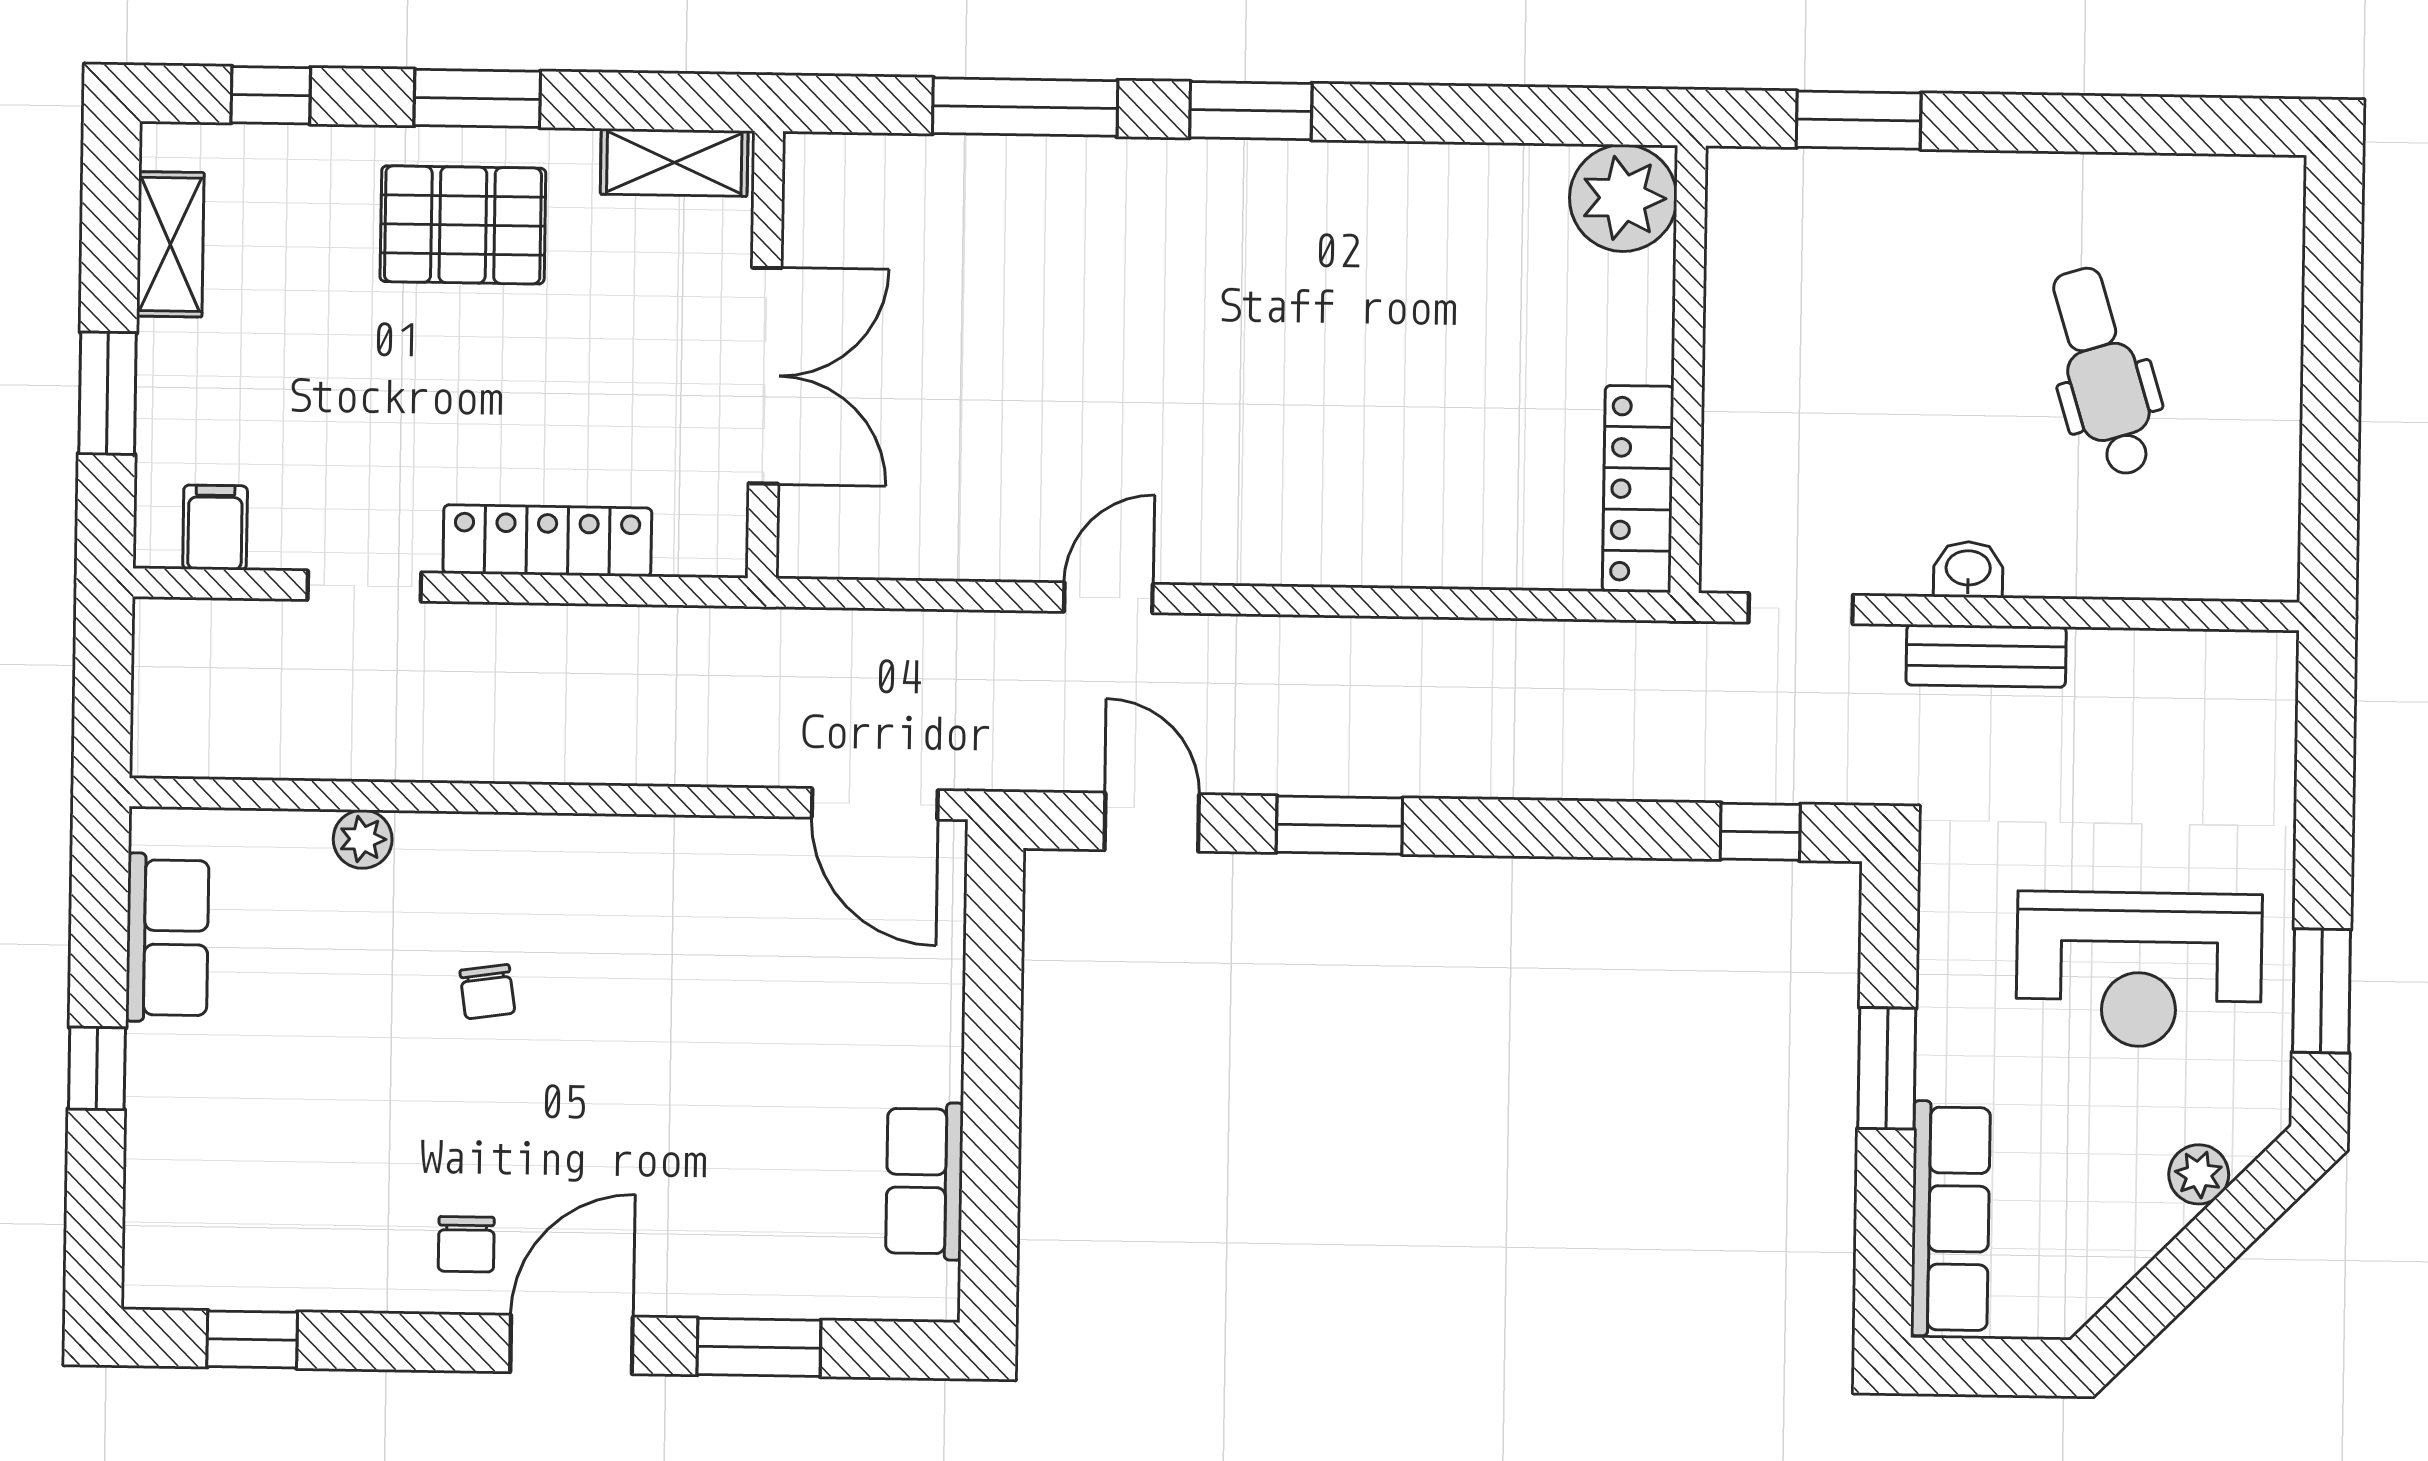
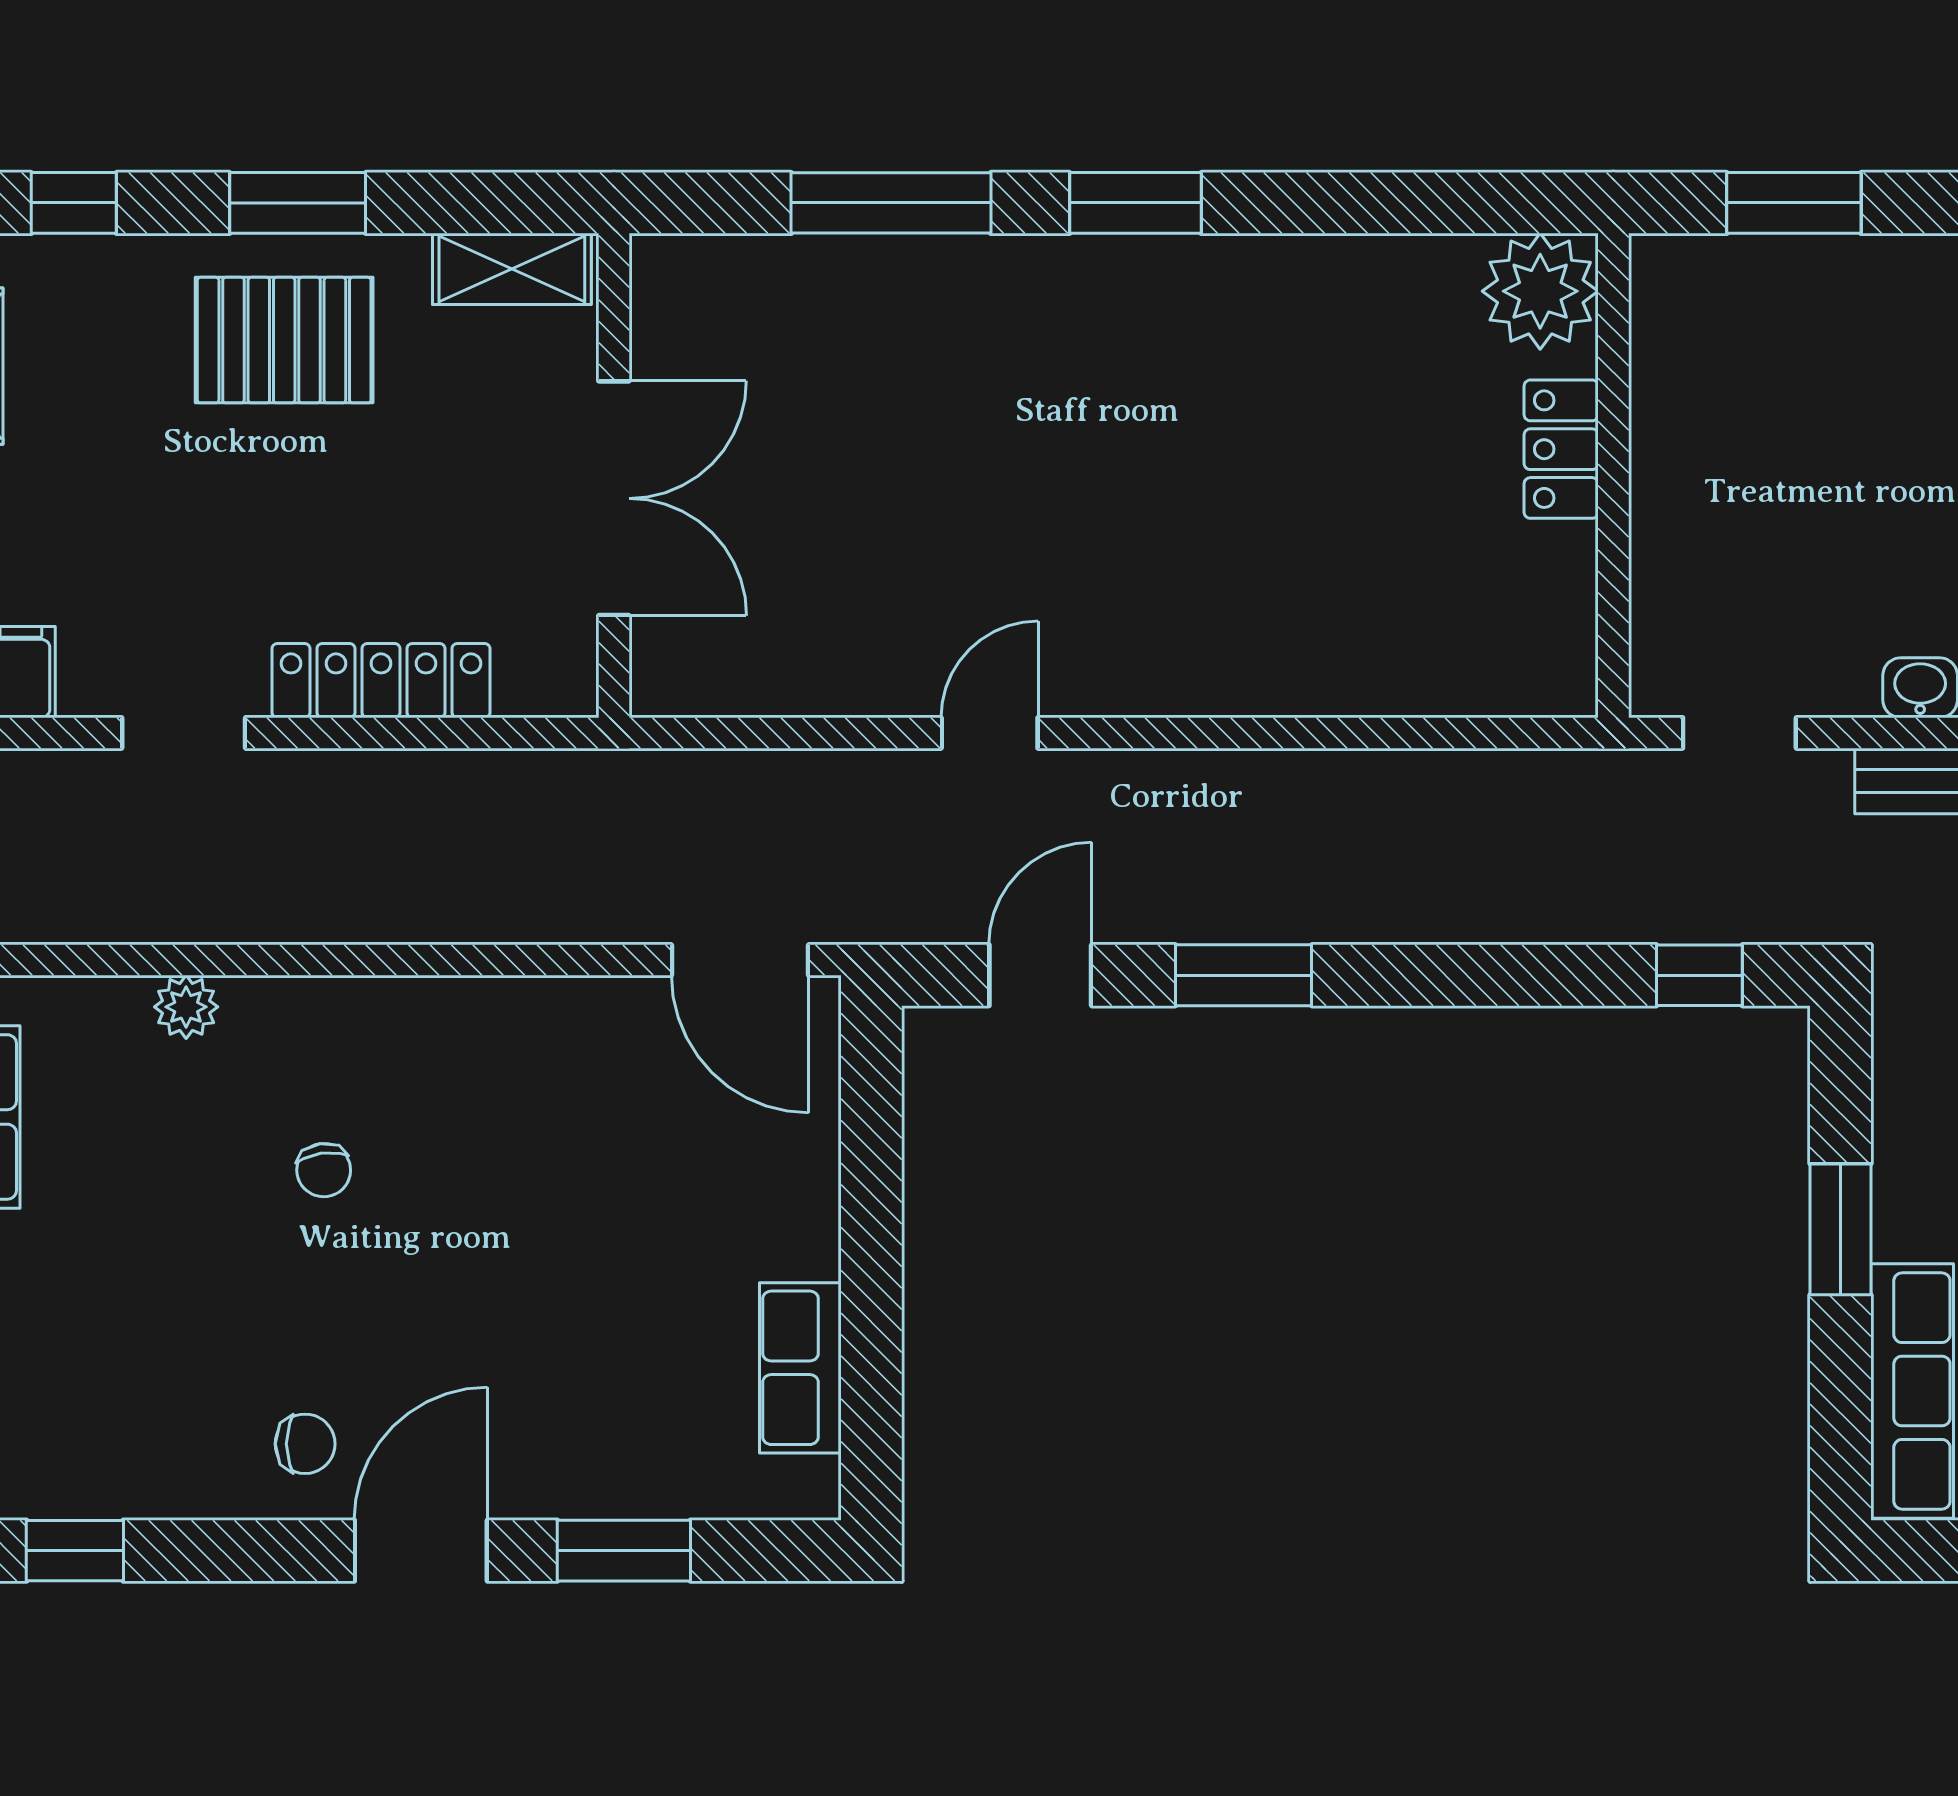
locker: (1638, 489) -> (1561, 449), moved, width x0.66
door: (1152, 822) -> (1040, 975), hinge flipped
chair: (466, 1244) -> (305, 1444), turned -90

